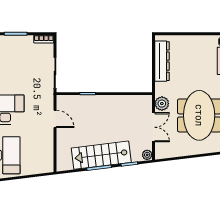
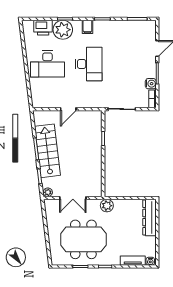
water cooler: (27, 41) -> (151, 84), added
dresser: (162, 61) -> (150, 218), moved, turned 90
plant: (162, 104) -> (107, 206), moved
door: (55, 119) -> (68, 109), moved

